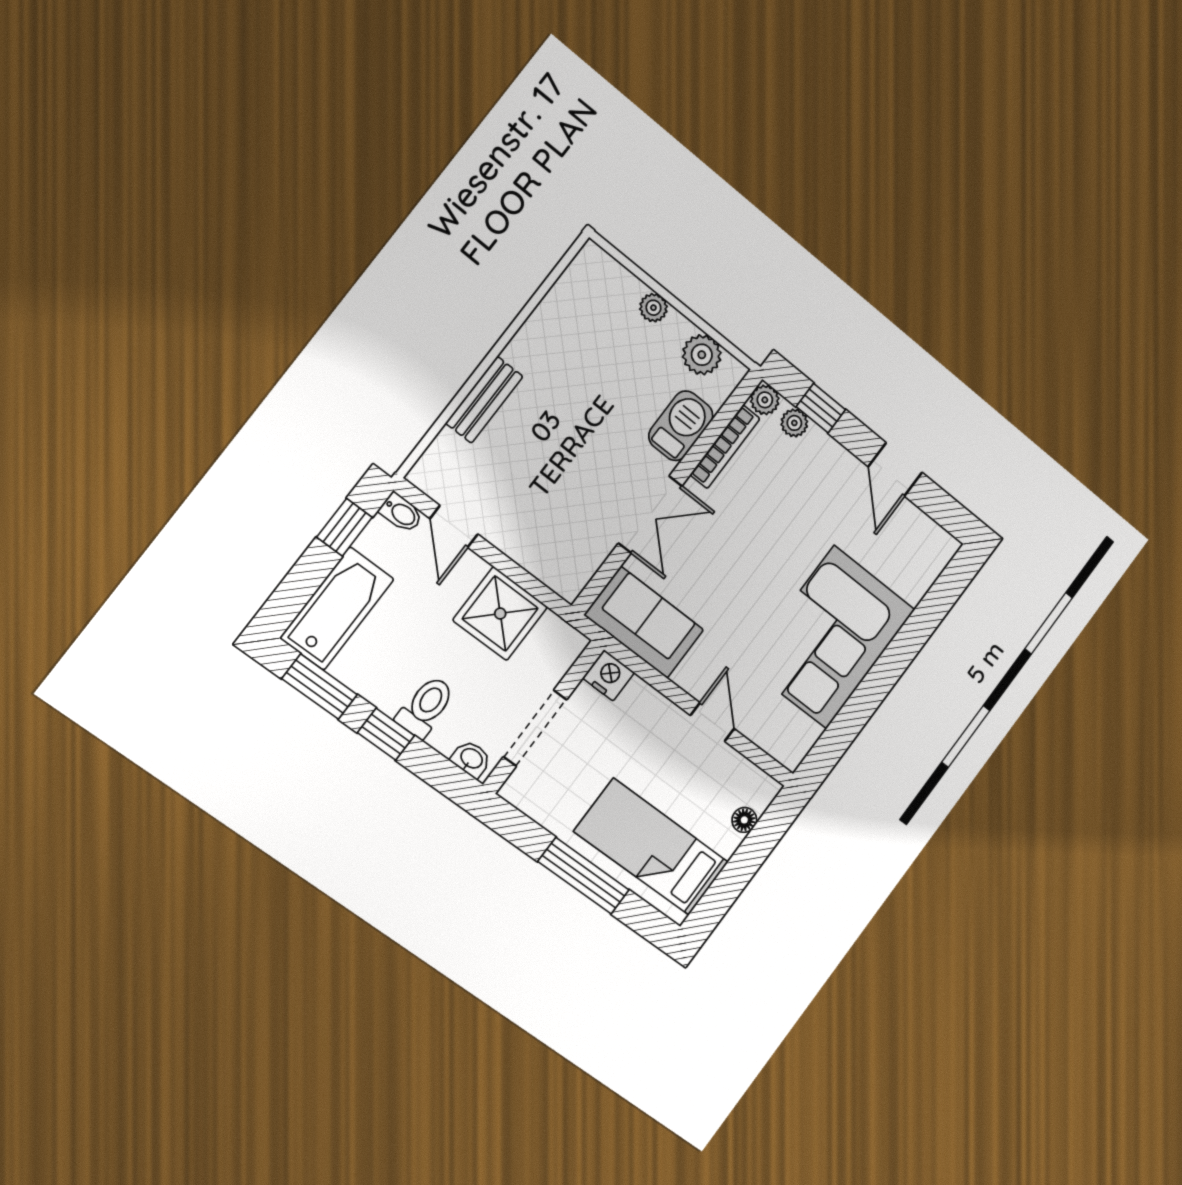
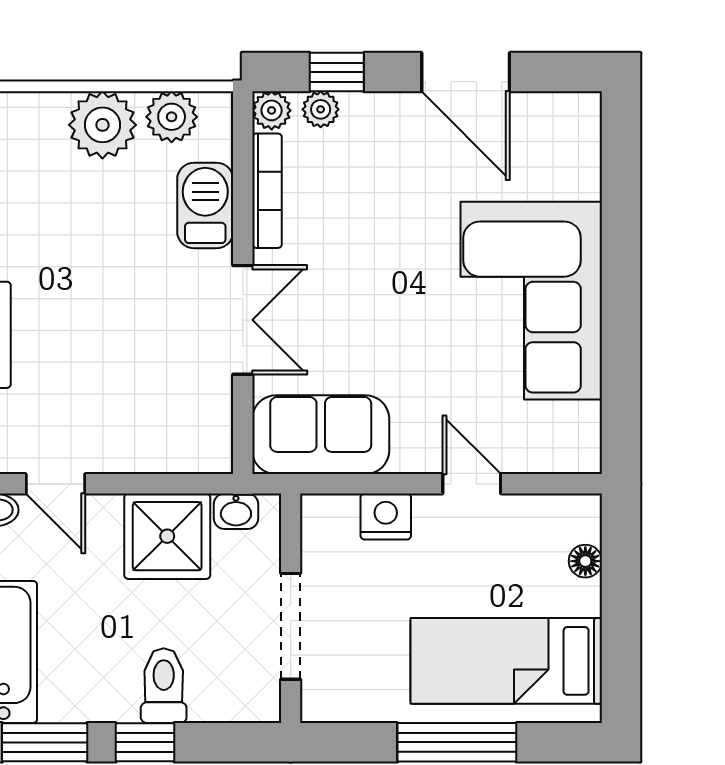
plant: (653, 308) -> (102, 125), width x1.88, depth x1.88
door: (895, 469) -> (466, 72), width x1.38
nightstand: (609, 675) -> (386, 516), moved
washbasin: (471, 759) -> (236, 511), moved, turned 180

